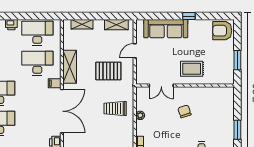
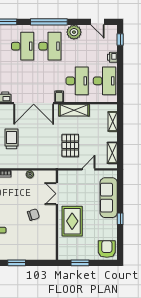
door: (135, 51) -> (89, 169), hinge flipped
rug: (192, 69) -> (72, 221), width x1.36, depth x1.43
trolley: (115, 108) -> (11, 139), moved

